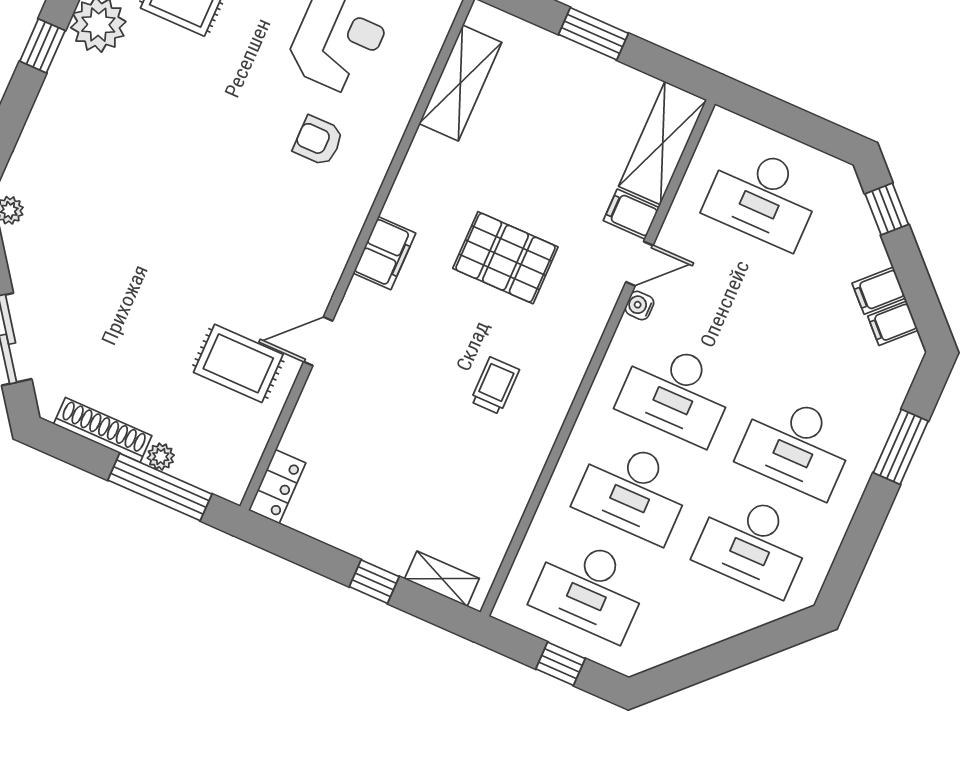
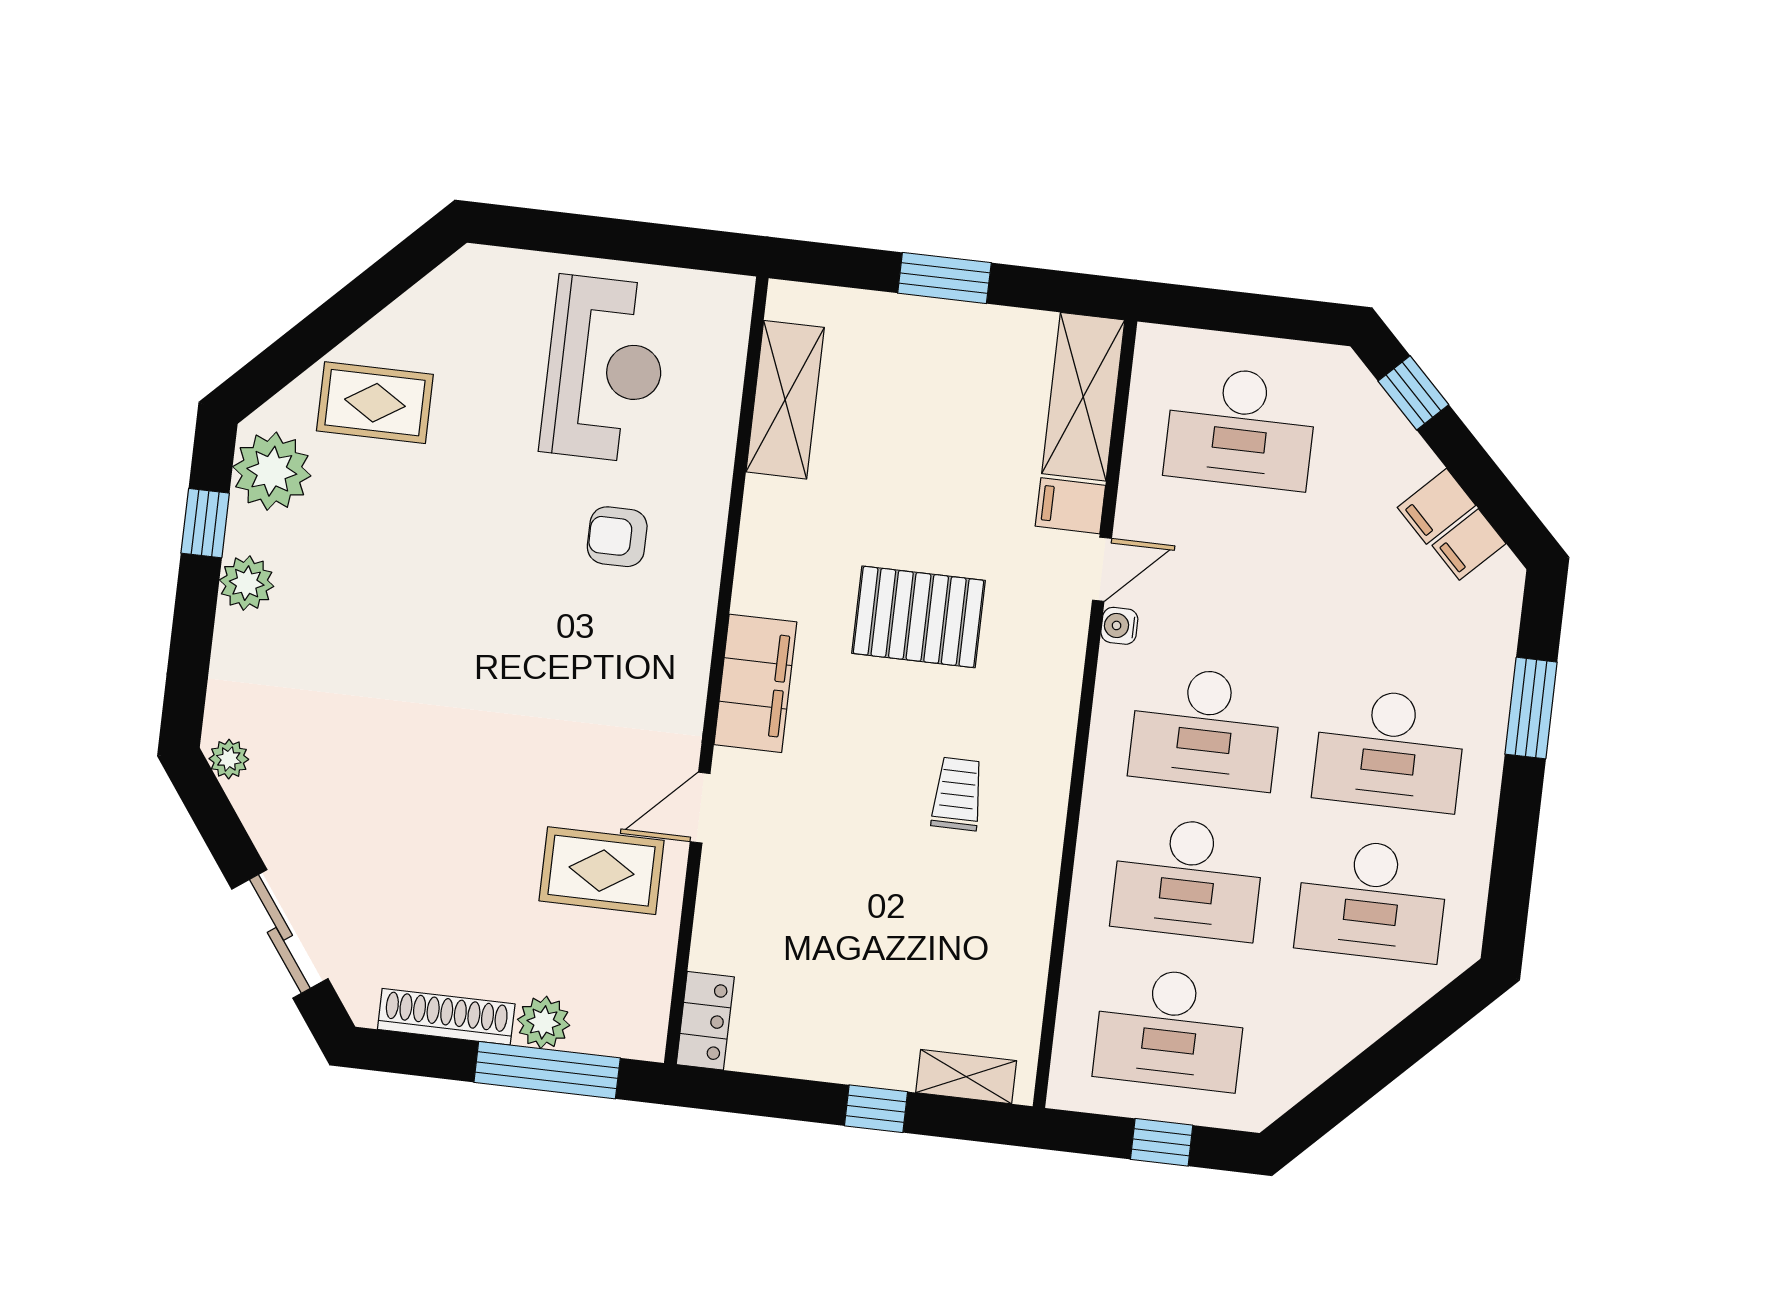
plant: (58, 95) -> (247, 583), added
filing cabinet: (384, 253) -> (755, 683), width x1.50, depth x1.17
plant: (161, 457) -> (544, 1022), width x1.38, depth x1.38

